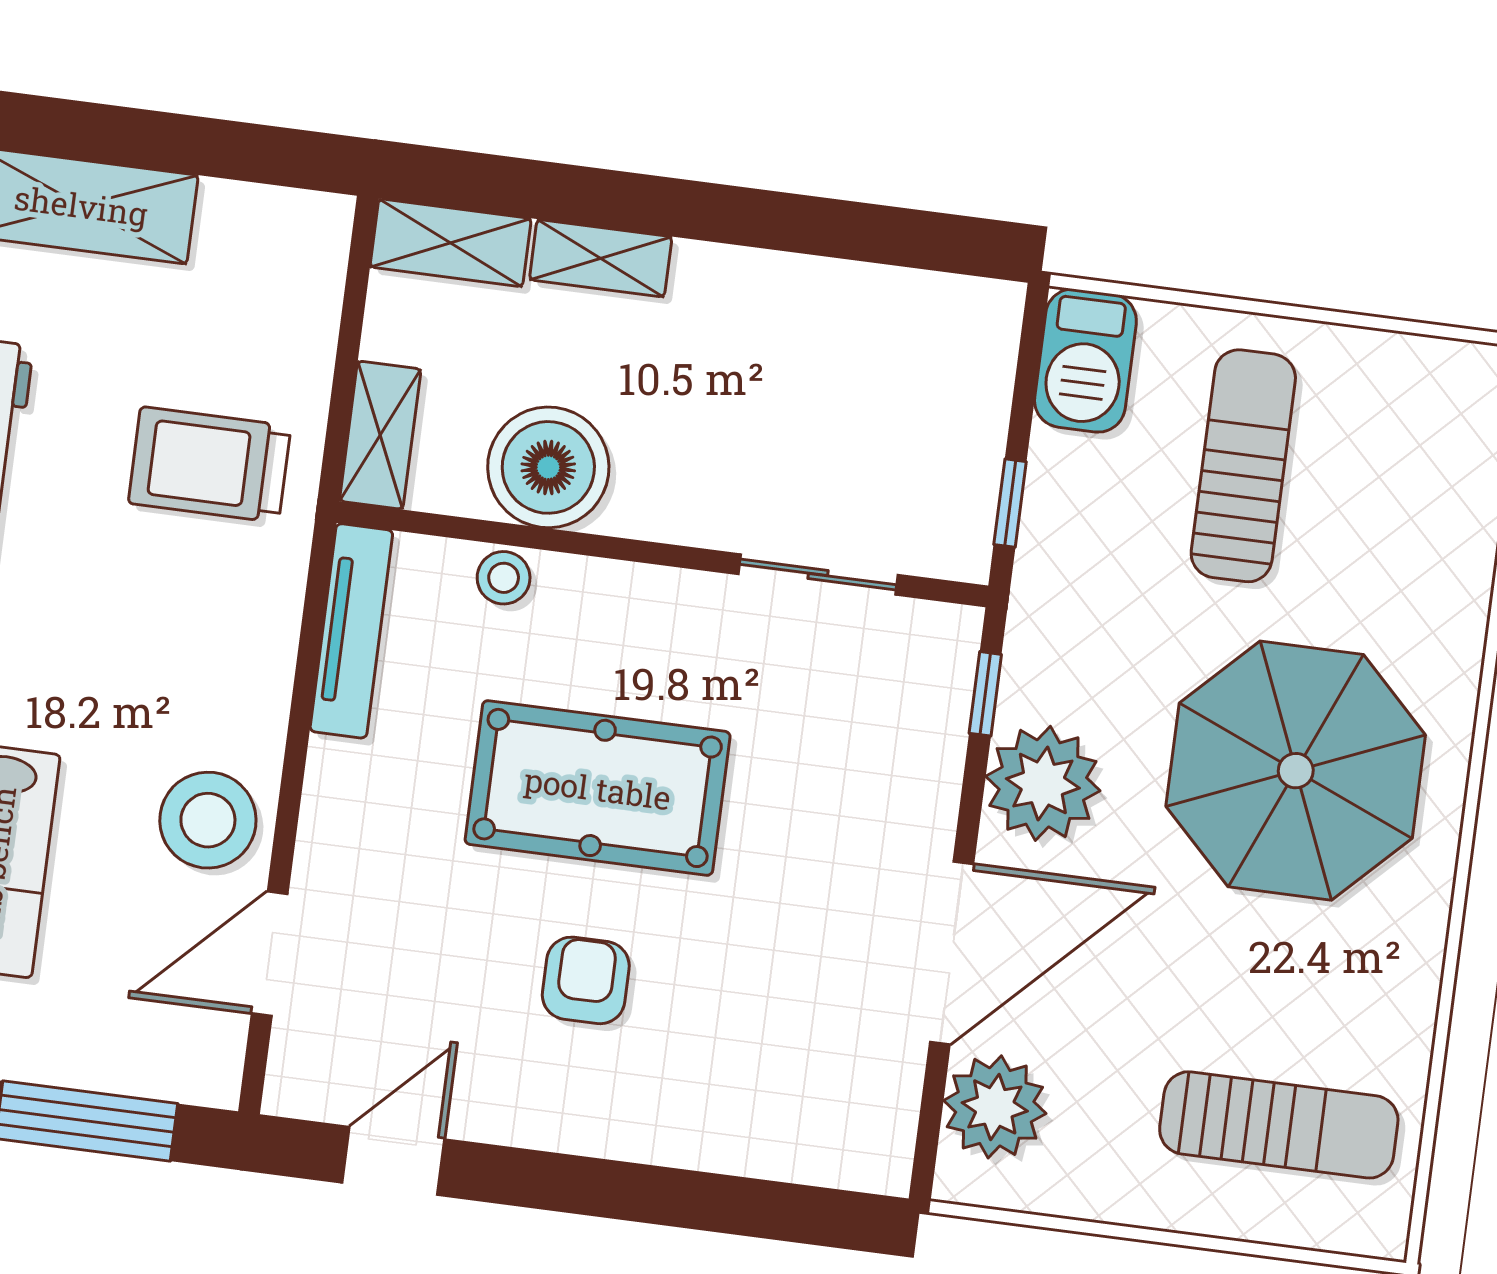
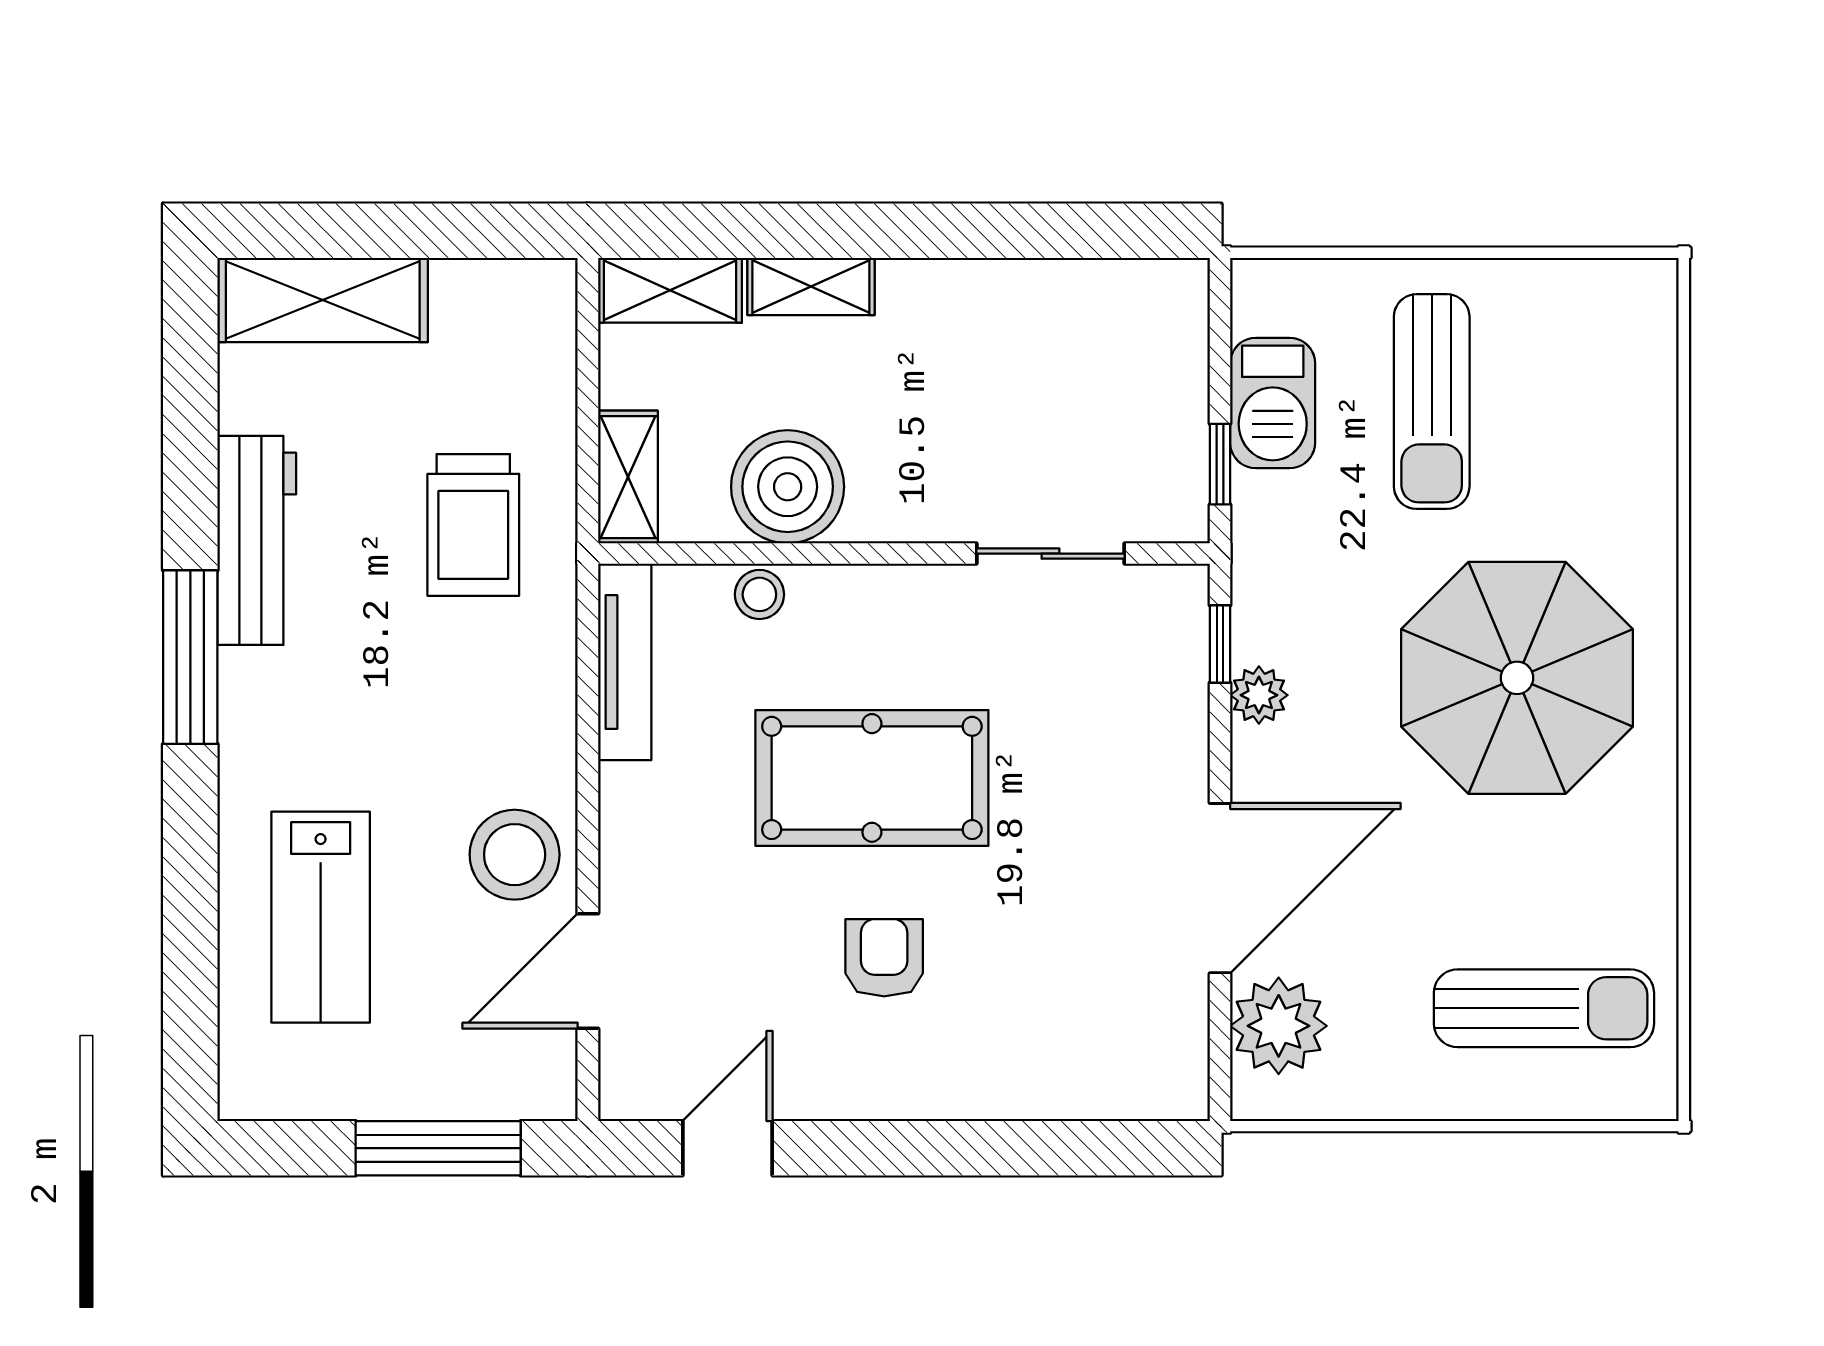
barbecue: (1085, 361) -> (1273, 403), moved
trolley: (210, 465) -> (473, 525), turned -90
sun lounger: (1243, 466) -> (1432, 402), turned 180
plant: (1043, 783) -> (1259, 695), width x0.53, depth x0.53

